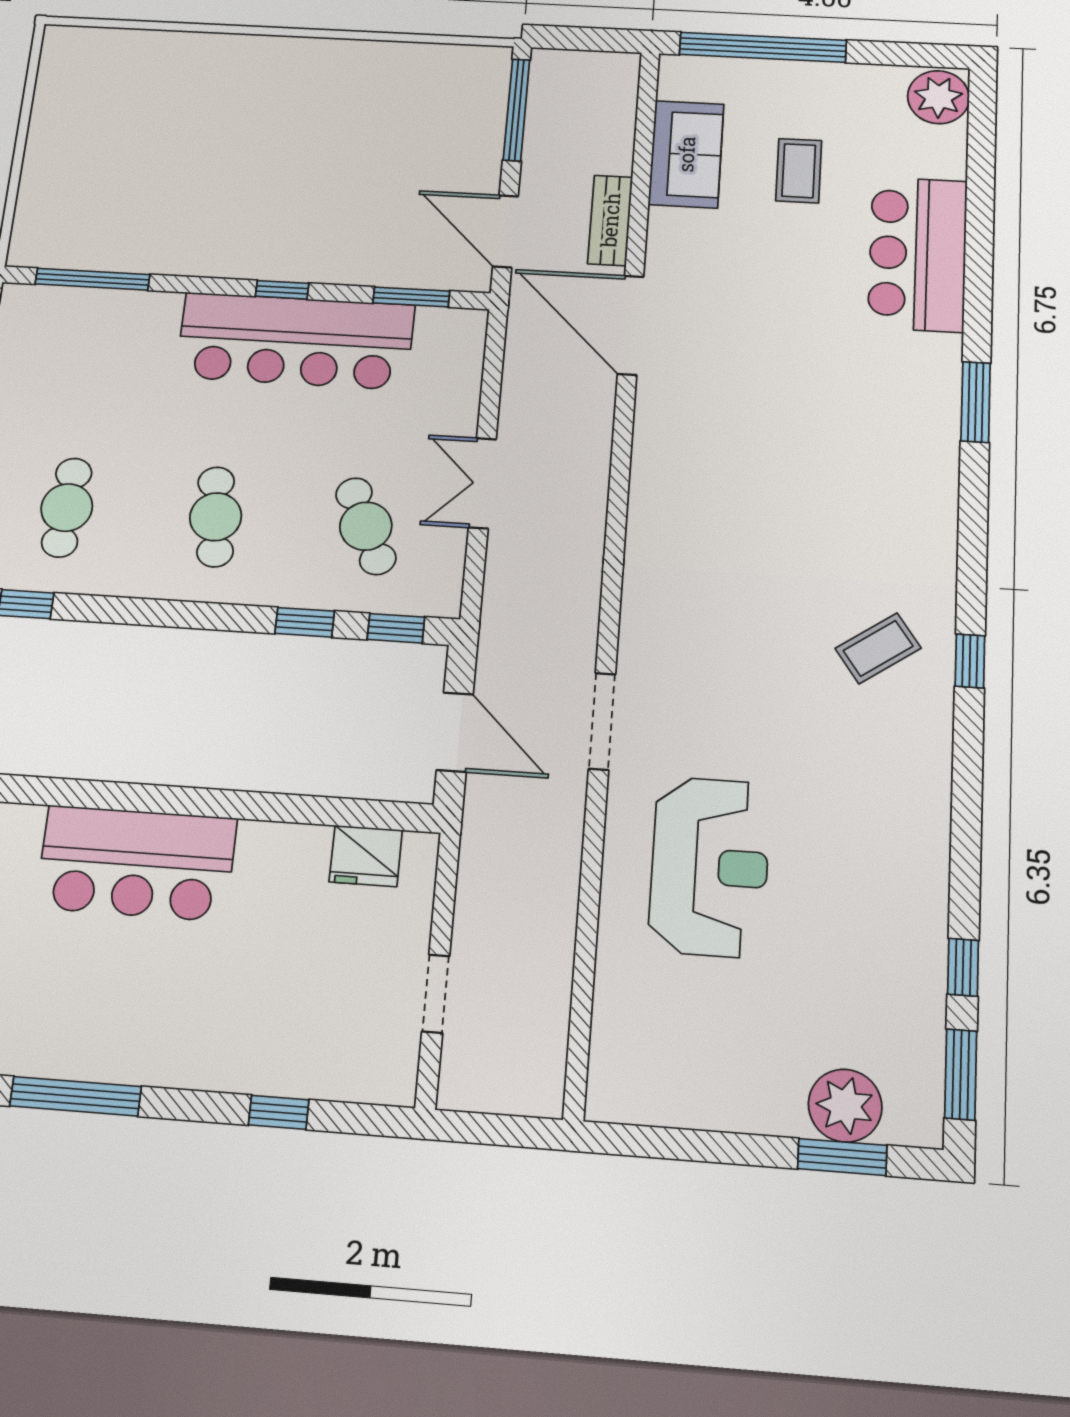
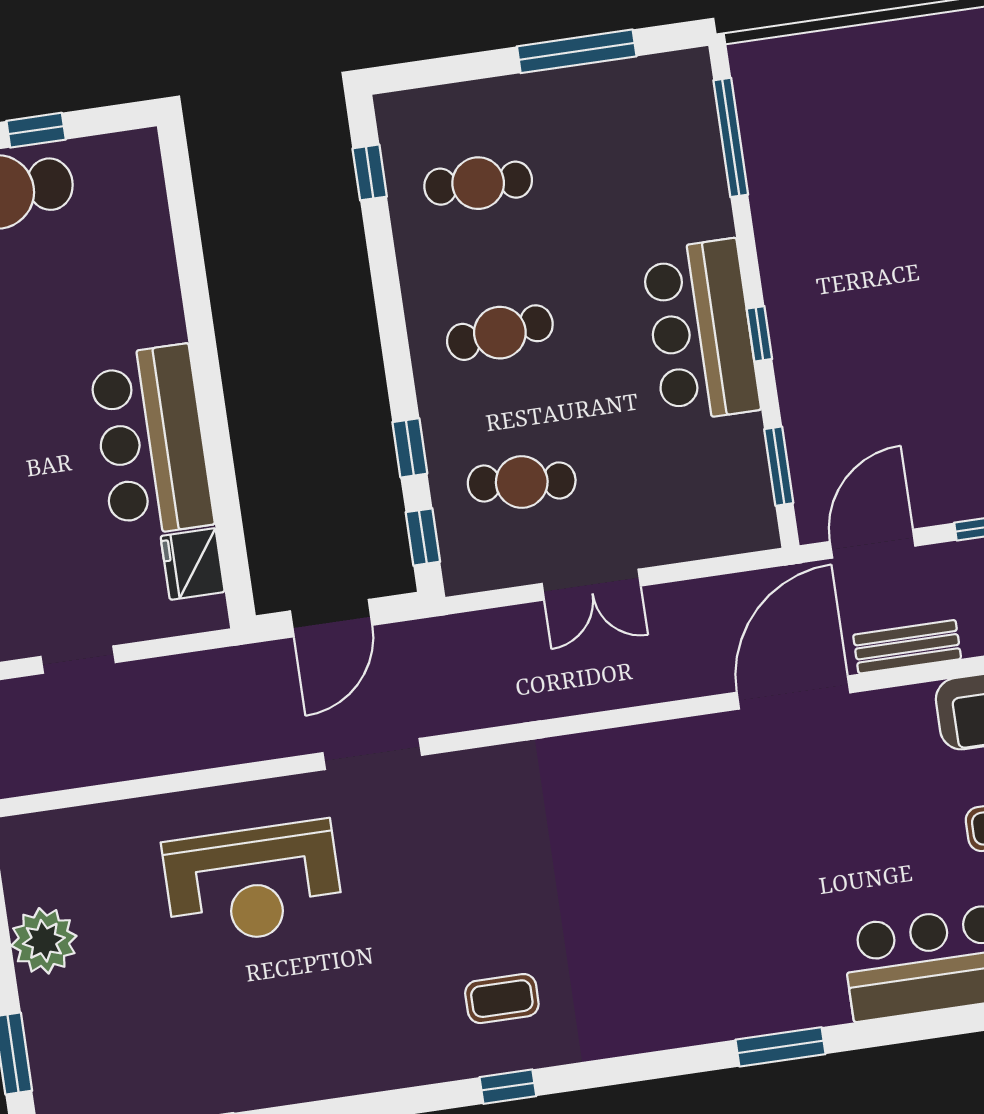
bar counter: (295, 341) -> (701, 331), width x0.73
double door: (482, 483) -> (591, 585), swing flipped
cafe table: (366, 526) -> (522, 482), turned 30
coffee table: (878, 648) -> (502, 999), turned -55
bar counter: (136, 863) -> (151, 441), moved
plant: (845, 1106) -> (44, 941), moved

